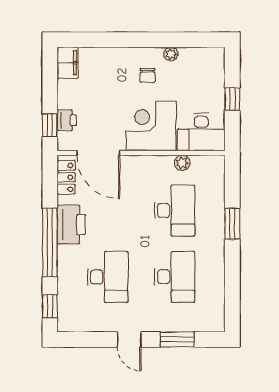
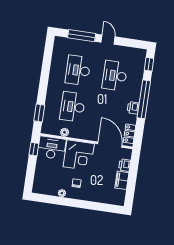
filing cabinet: (68, 63) -> (122, 180), moved
window: (232, 99) -> (34, 149), moved
window: (50, 125) -> (134, 164), removed
window: (232, 224) -> (39, 113), moved
printer: (71, 225) -> (133, 108), width x0.53, depth x0.68
window: (177, 339) -> (82, 36), width x1.44

